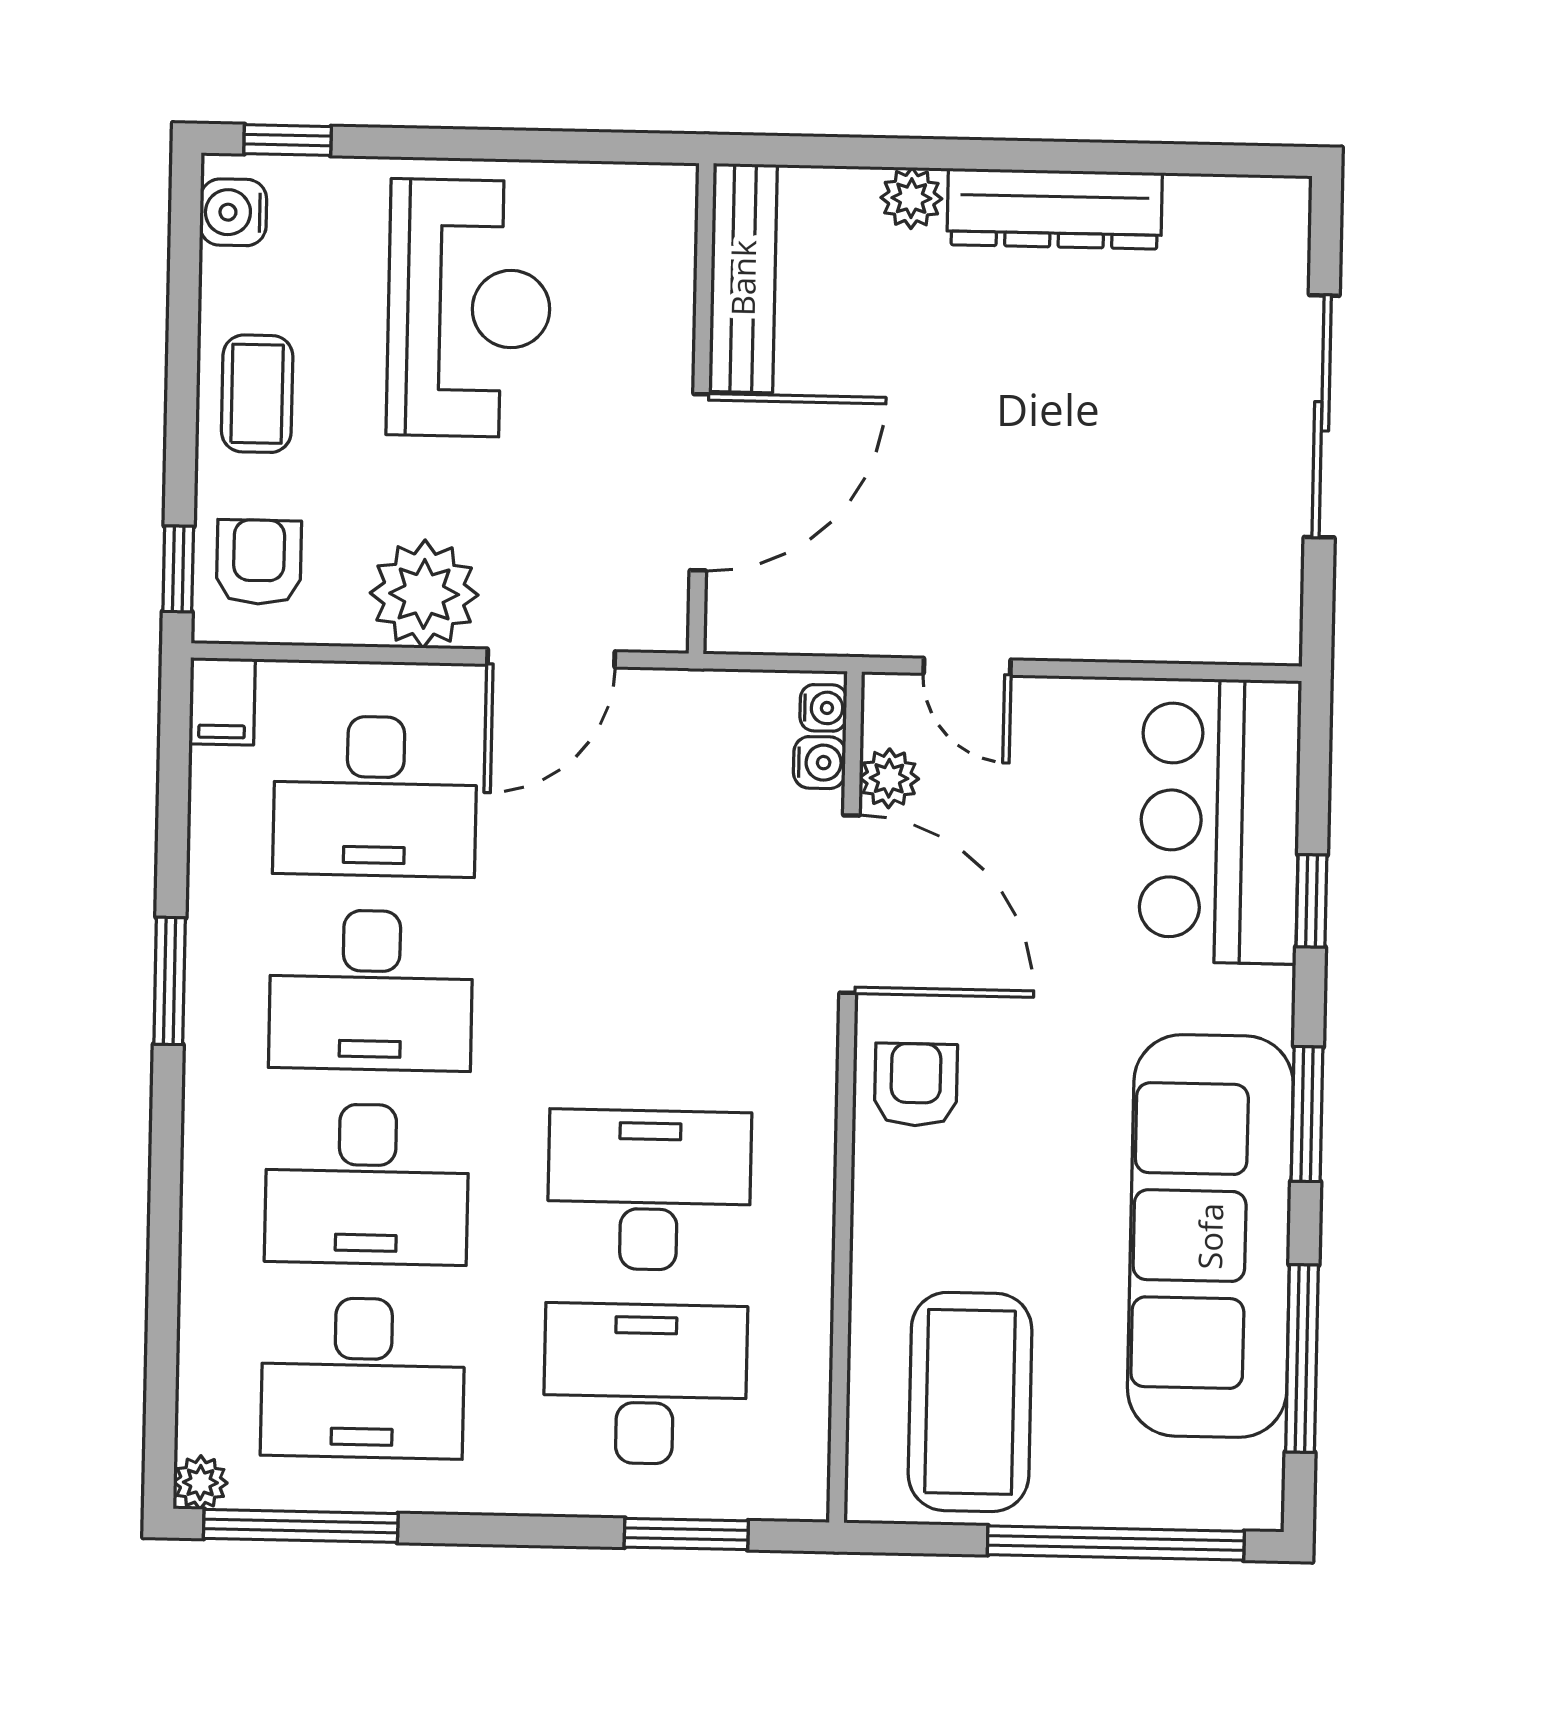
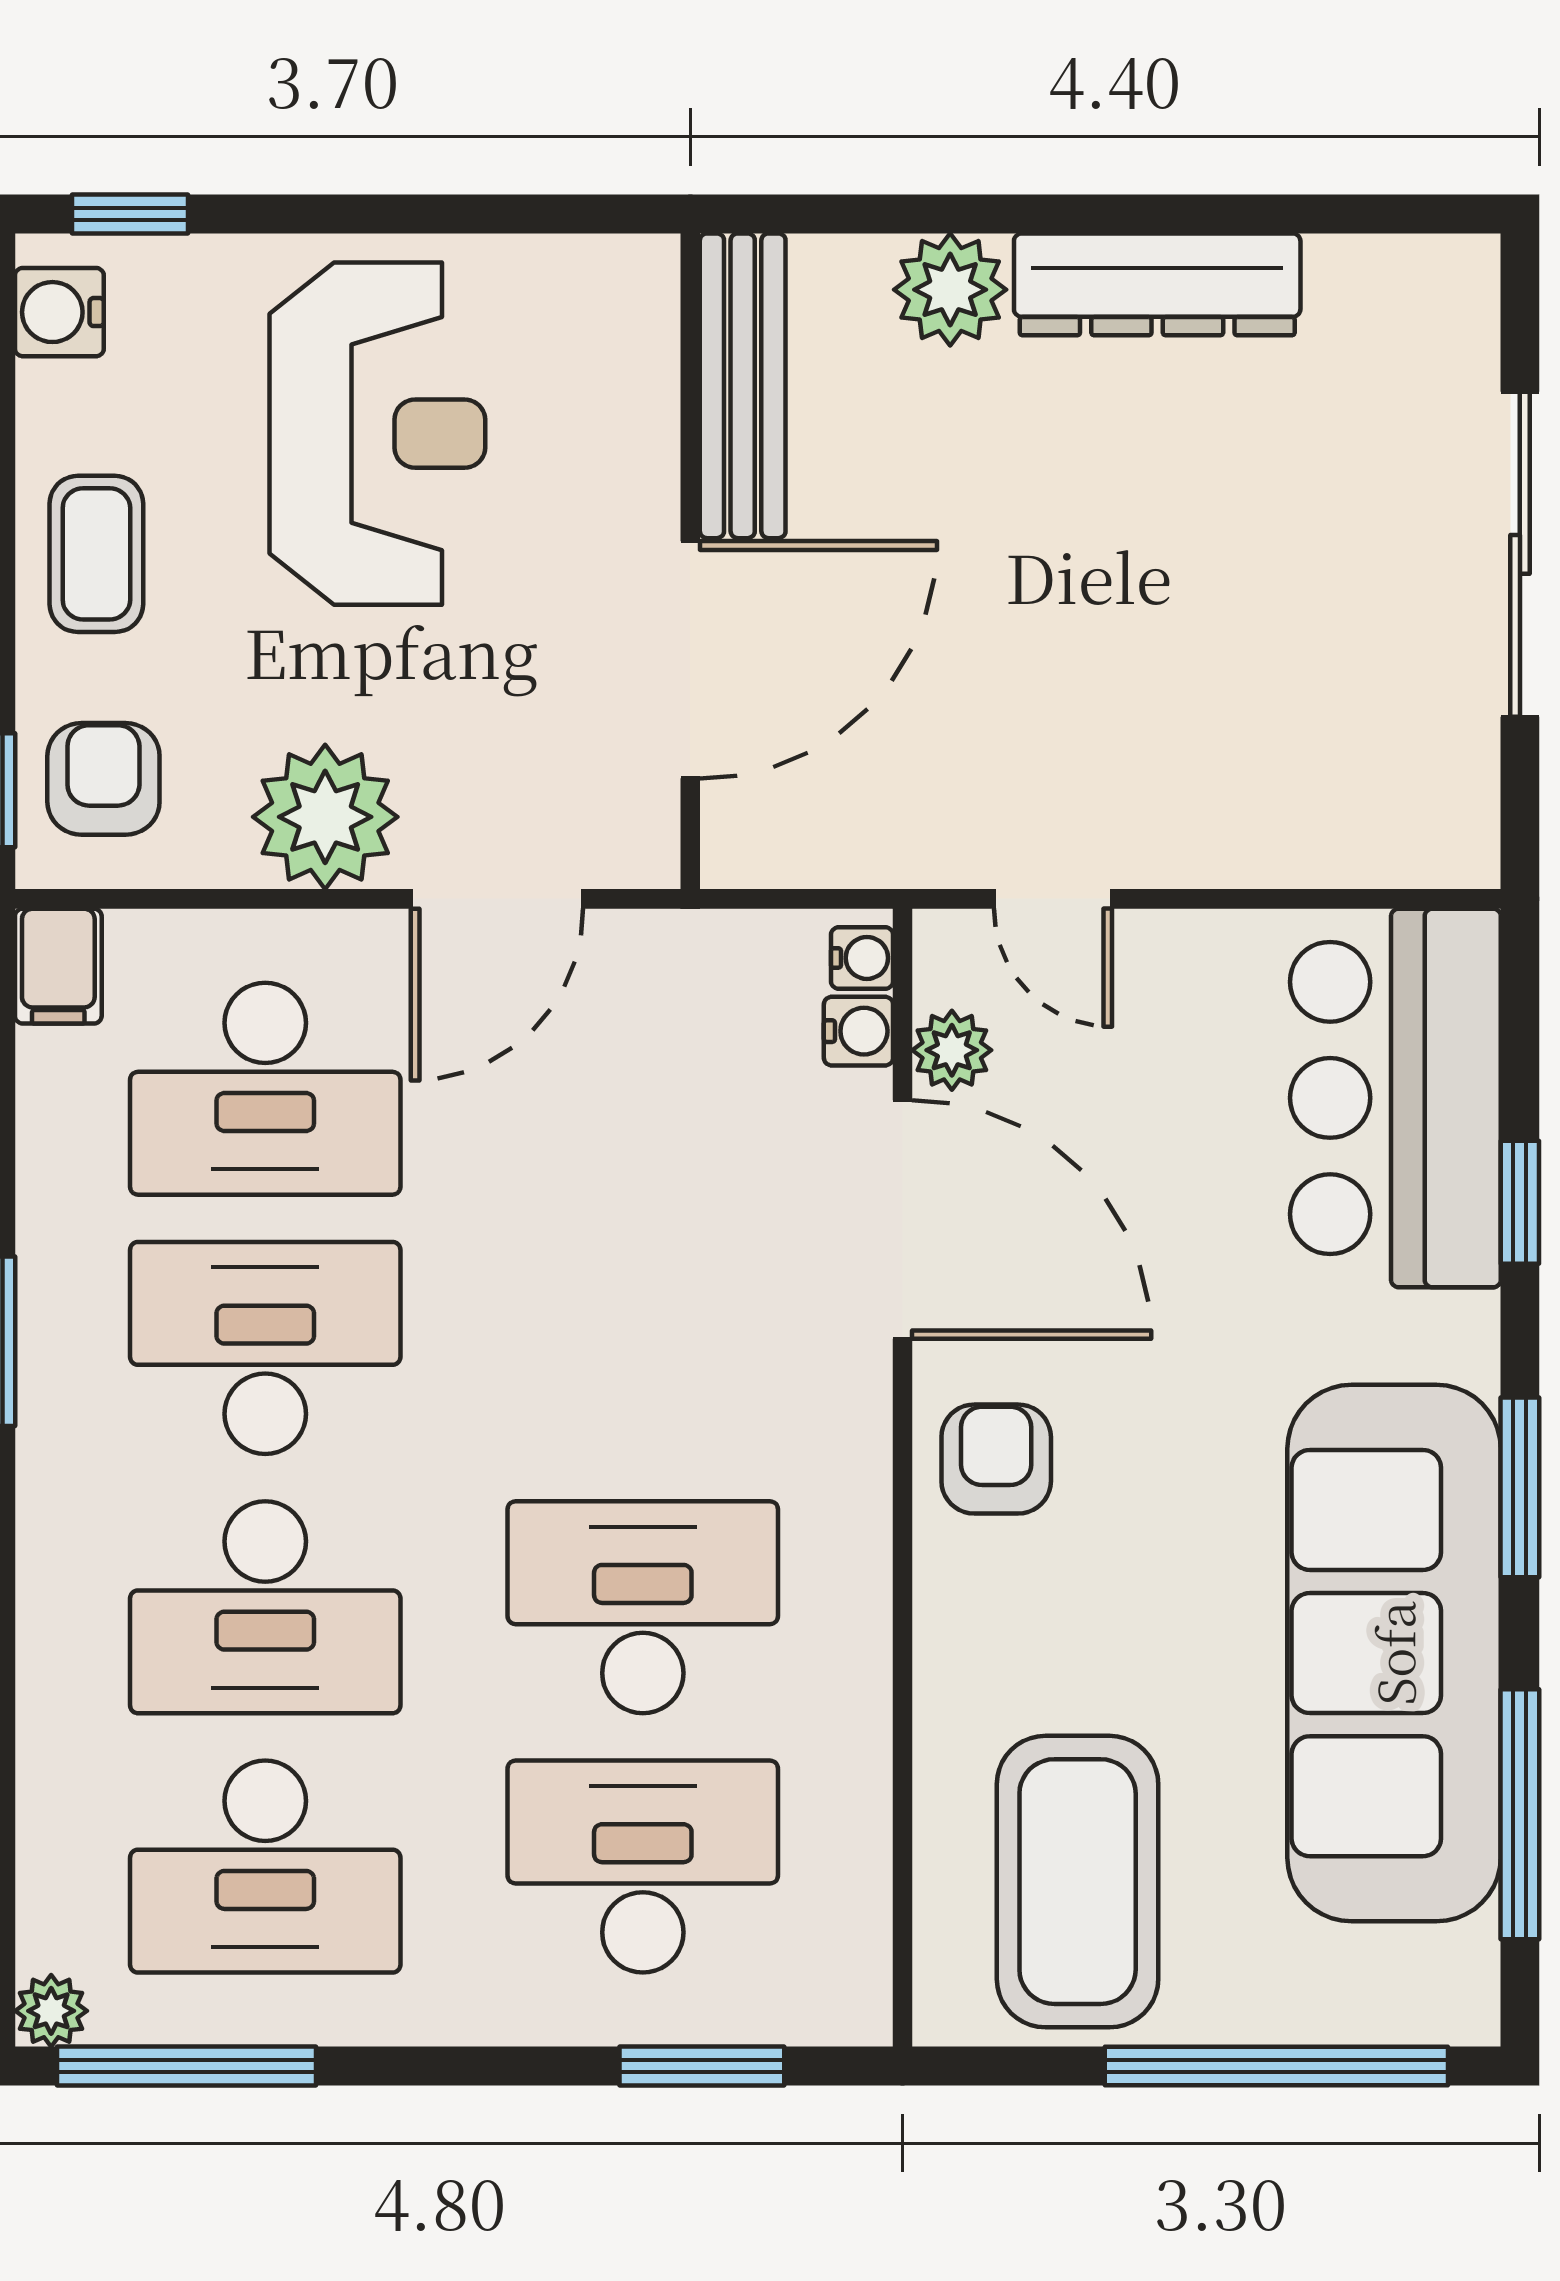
plant: (911, 198) -> (950, 290), width x1.38, depth x1.38
desk: (371, 990) -> (265, 1348), turned 180

